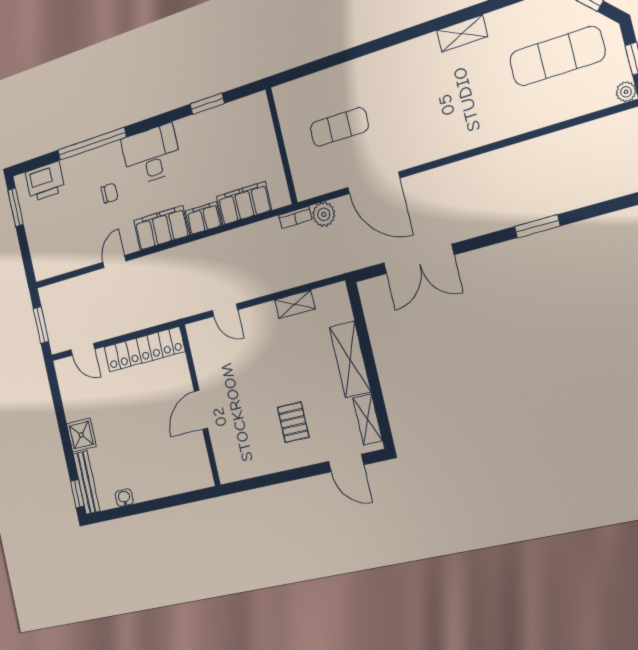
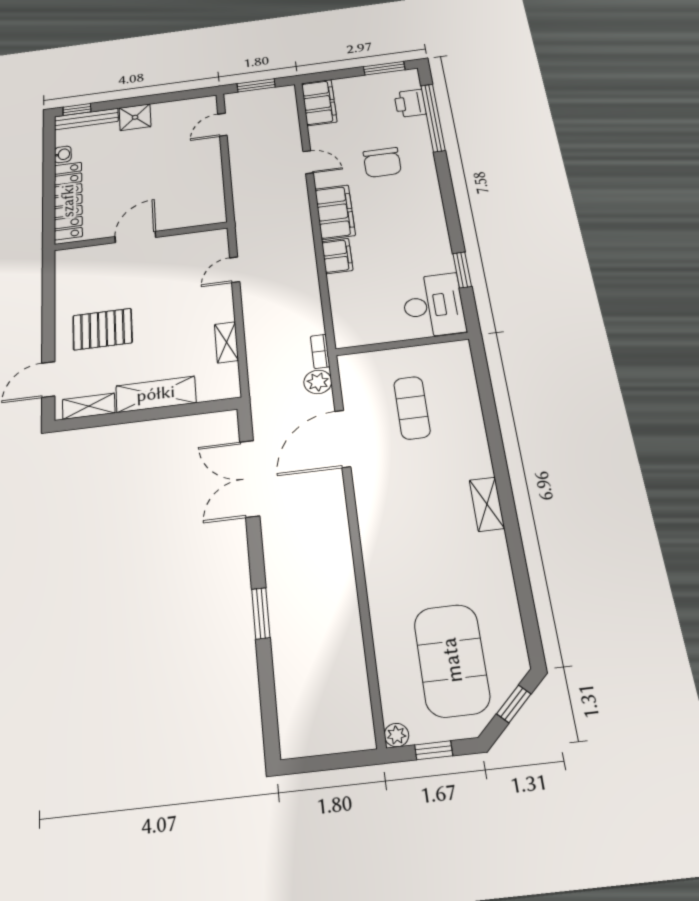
shelving: (462, 33) -> (487, 504), moved
exercise mat: (557, 56) -> (452, 660), width x1.47
window: (92, 144) -> (433, 118), moved
desk: (151, 155) -> (433, 305), moved
printer: (45, 181) -> (410, 103), width x0.73, depth x0.84
chair: (109, 193) -> (382, 162), width x1.87, depth x1.87
filing cabinet: (244, 203) -> (319, 103), moved
locker: (144, 349) -> (68, 201), moved, turned 180
door: (201, 410) -> (135, 237), hinge flipped
pallet: (293, 422) -> (102, 329), width x1.50, depth x1.42

